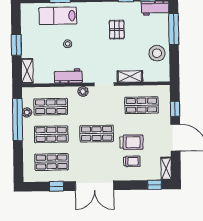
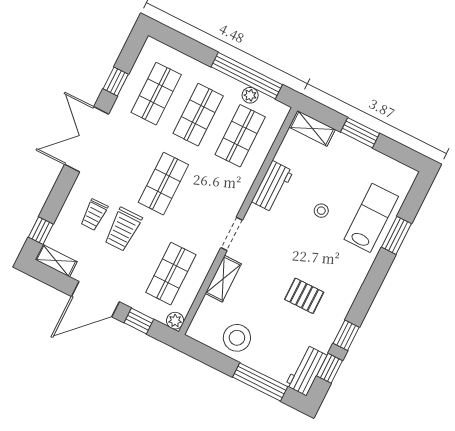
plant: (83, 91) -> (175, 321), moved

